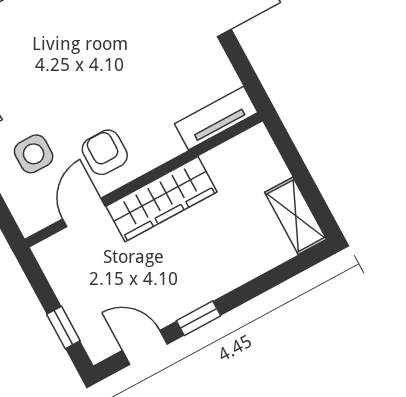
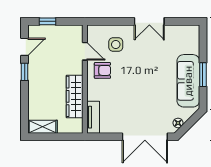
wardrobe: (161, 199) -> (75, 96), moved

